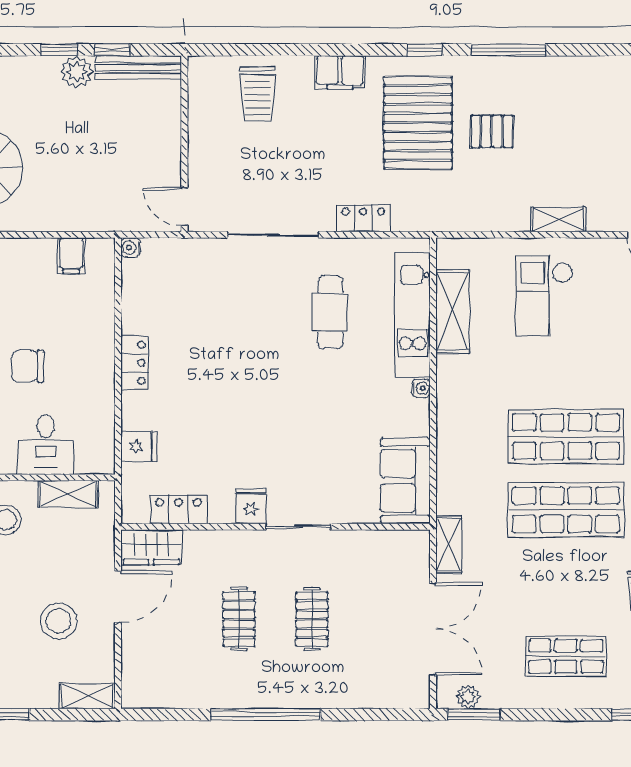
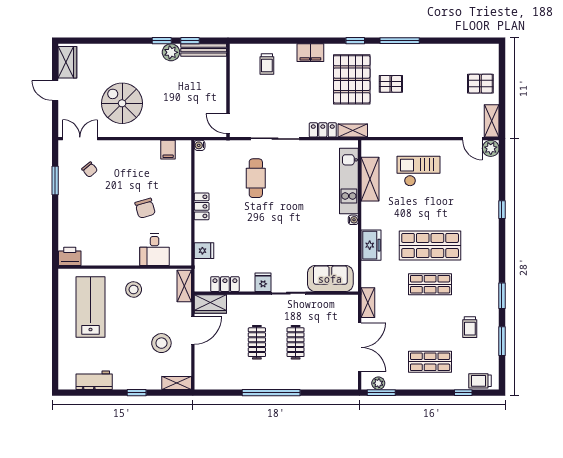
trolley: (258, 94) -> (267, 64), width x0.73, depth x0.72
shelving: (558, 219) -> (353, 131), moved
checkout: (544, 296) -> (419, 171), turned 90
cafe table: (330, 312) -> (256, 178), moved
chair: (28, 366) -> (145, 208), turned -106
freezer: (454, 436) -> (371, 245), added
sofa: (405, 481) -> (330, 279), moved, turned 90
shelving: (68, 494) -> (184, 286), moved, turned 90
shop shelf: (566, 510) -> (430, 284), width x0.70, depth x0.74

